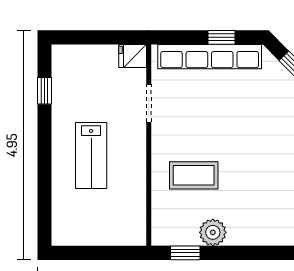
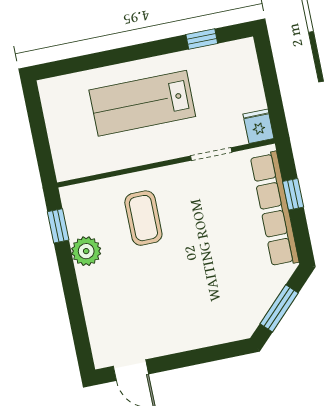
window: (221, 37) -> (293, 194), moved
lab bench: (91, 156) -> (142, 103), width x1.36, depth x1.39

